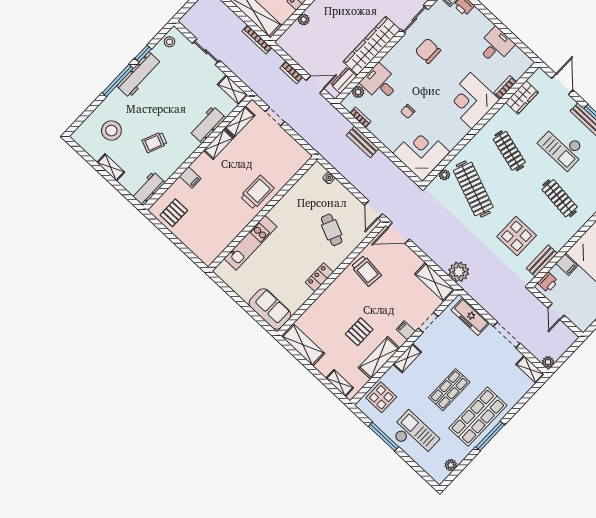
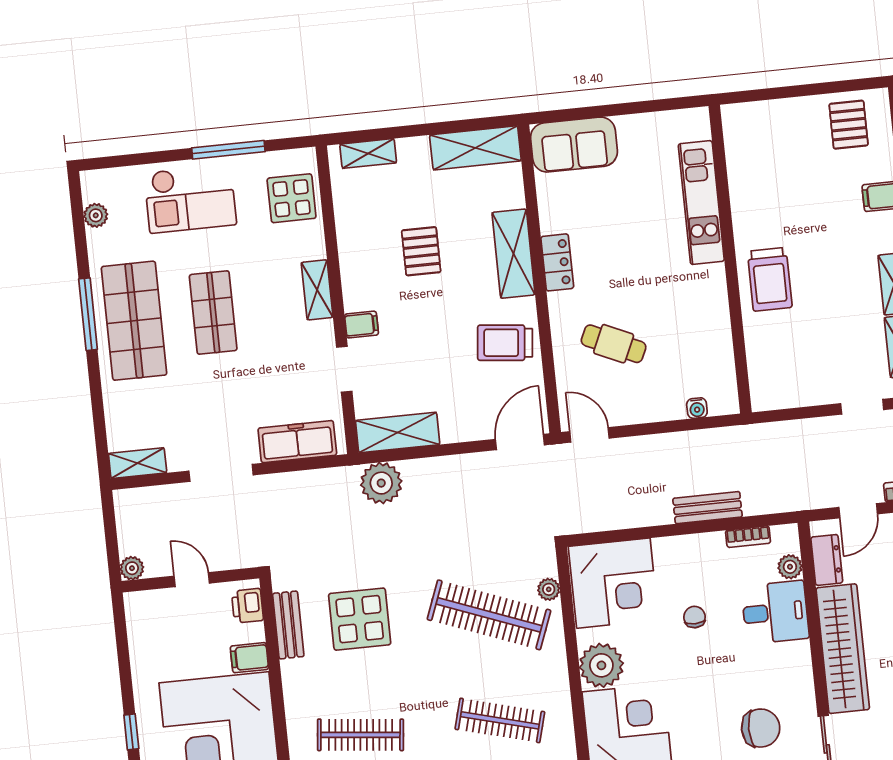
plant: (456, 131) -> (601, 665), added
shelving: (379, 358) -> (513, 254), moved
plant: (548, 362) -> (132, 568), moved

